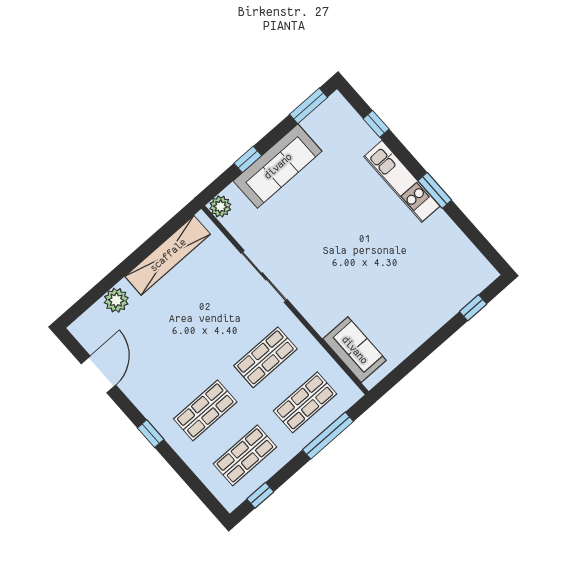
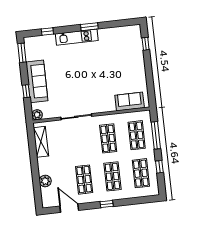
shelving: (168, 255) -> (41, 142), width x0.68
shop shelf: (166, 365) -> (84, 180), added
window: (260, 495) -> (159, 167), moved

